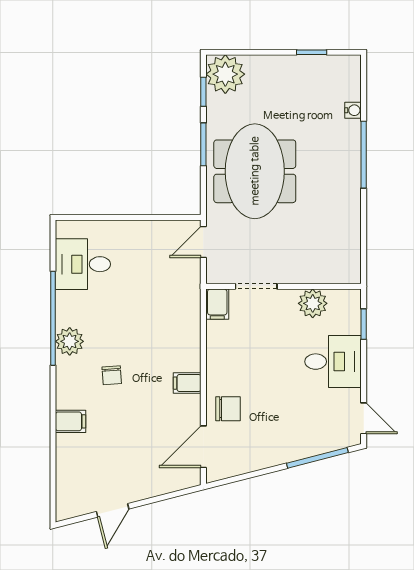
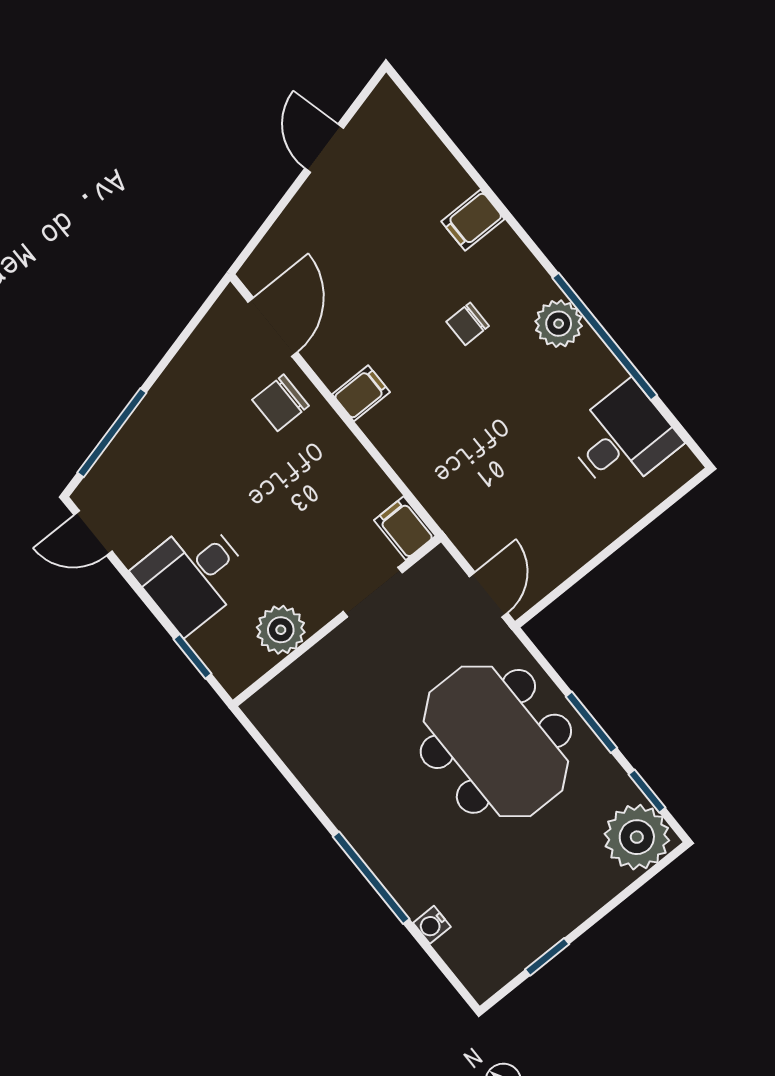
chair: (112, 375) -> (468, 324), turned -86

